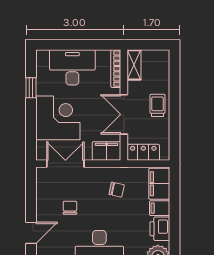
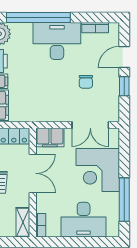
bookcase: (116, 69) -> (41, 225), width x0.64
window: (31, 88) -> (124, 200), width x2.17
chair: (117, 190) -> (40, 100), removed
window: (31, 203) -> (124, 86), added

